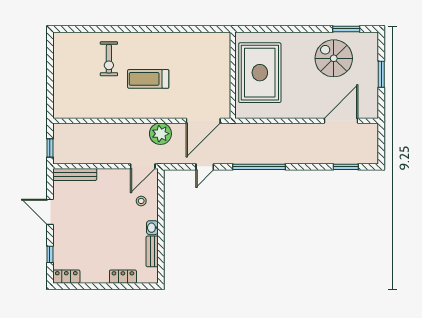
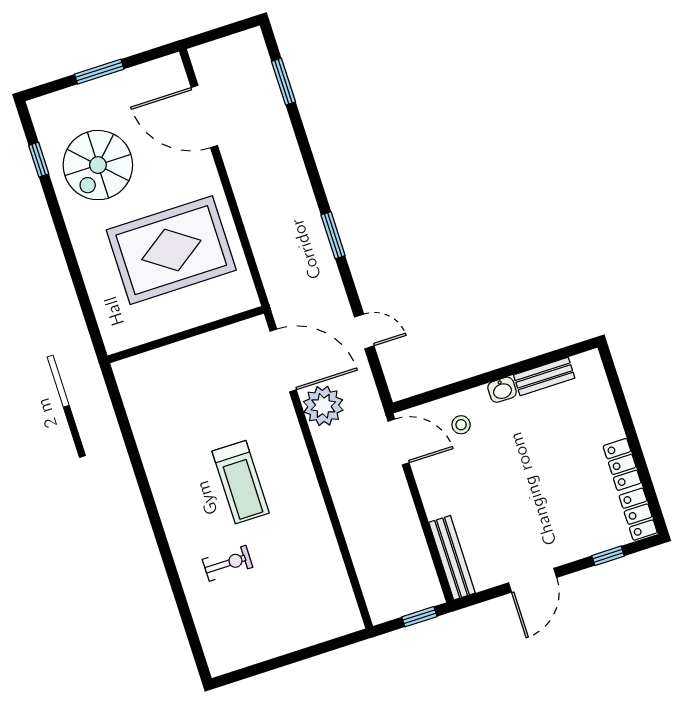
window: (346, 29) -> (39, 160), width x0.67
exercise bike: (109, 59) -> (228, 563), width x0.73, depth x0.72
rug: (260, 73) -> (171, 250), moved
plant: (160, 134) -> (323, 406), moved
window: (259, 167) -> (333, 235), width x0.47
locker: (123, 277) -> (622, 464), moved

